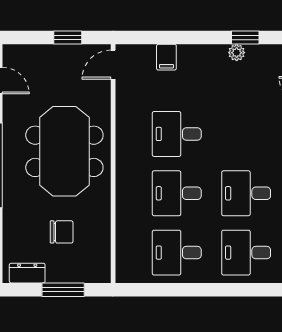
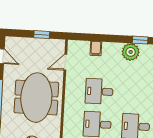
plant: (237, 53) -> (131, 52), width x1.88, depth x1.88
door: (113, 65) -> (65, 62), moved

